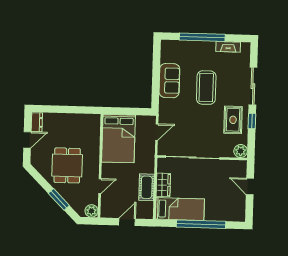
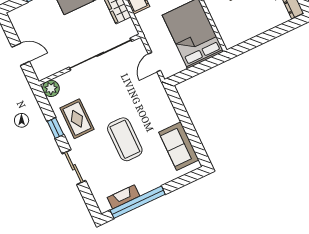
window: (202, 37) -> (138, 202), moved
sofa: (169, 81) -> (179, 146), moved
sliding door: (253, 86) -> (74, 167), width x0.73

